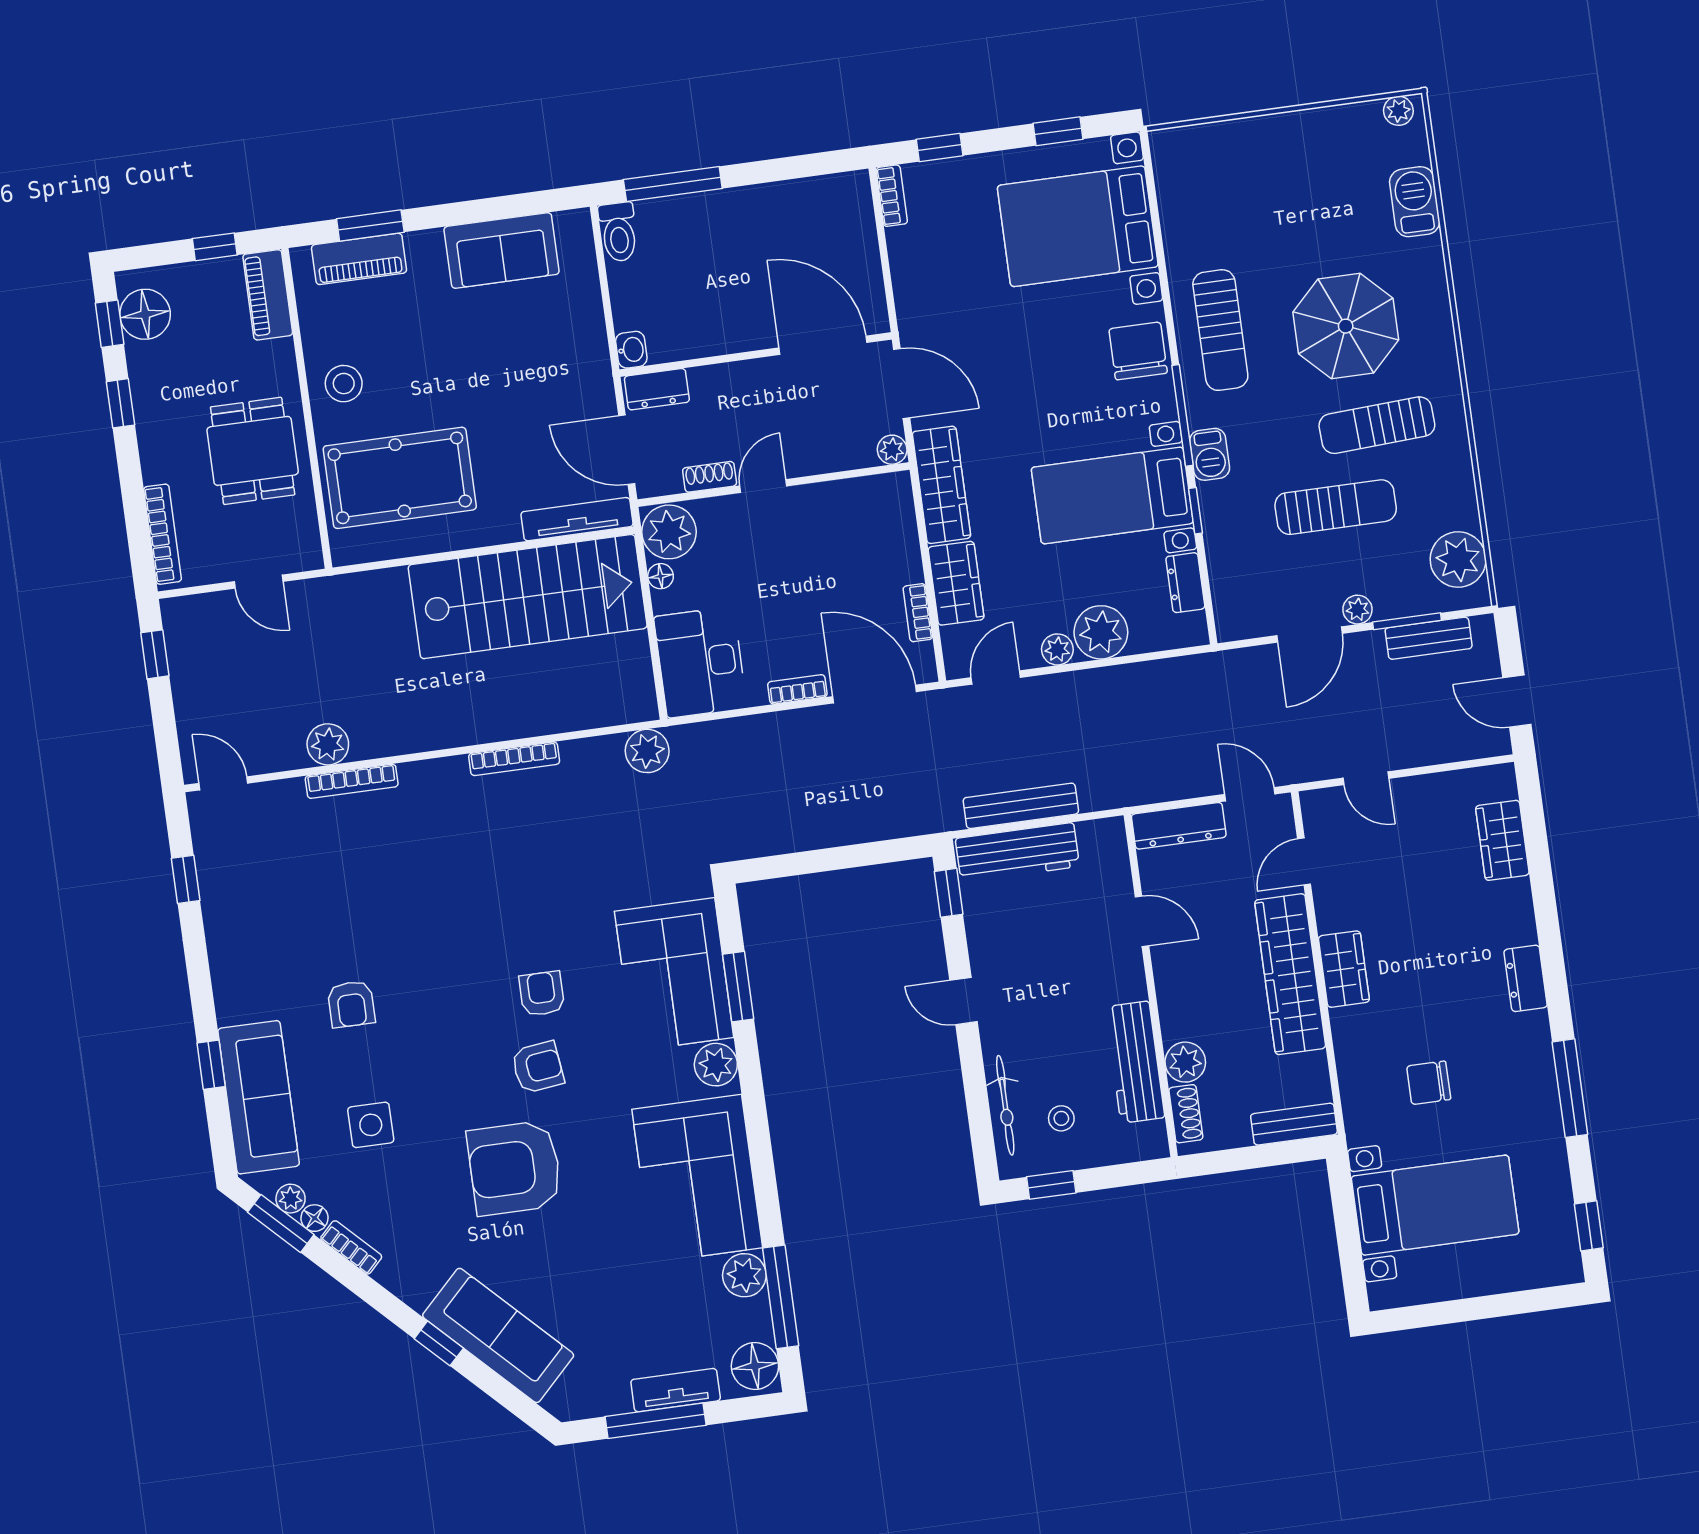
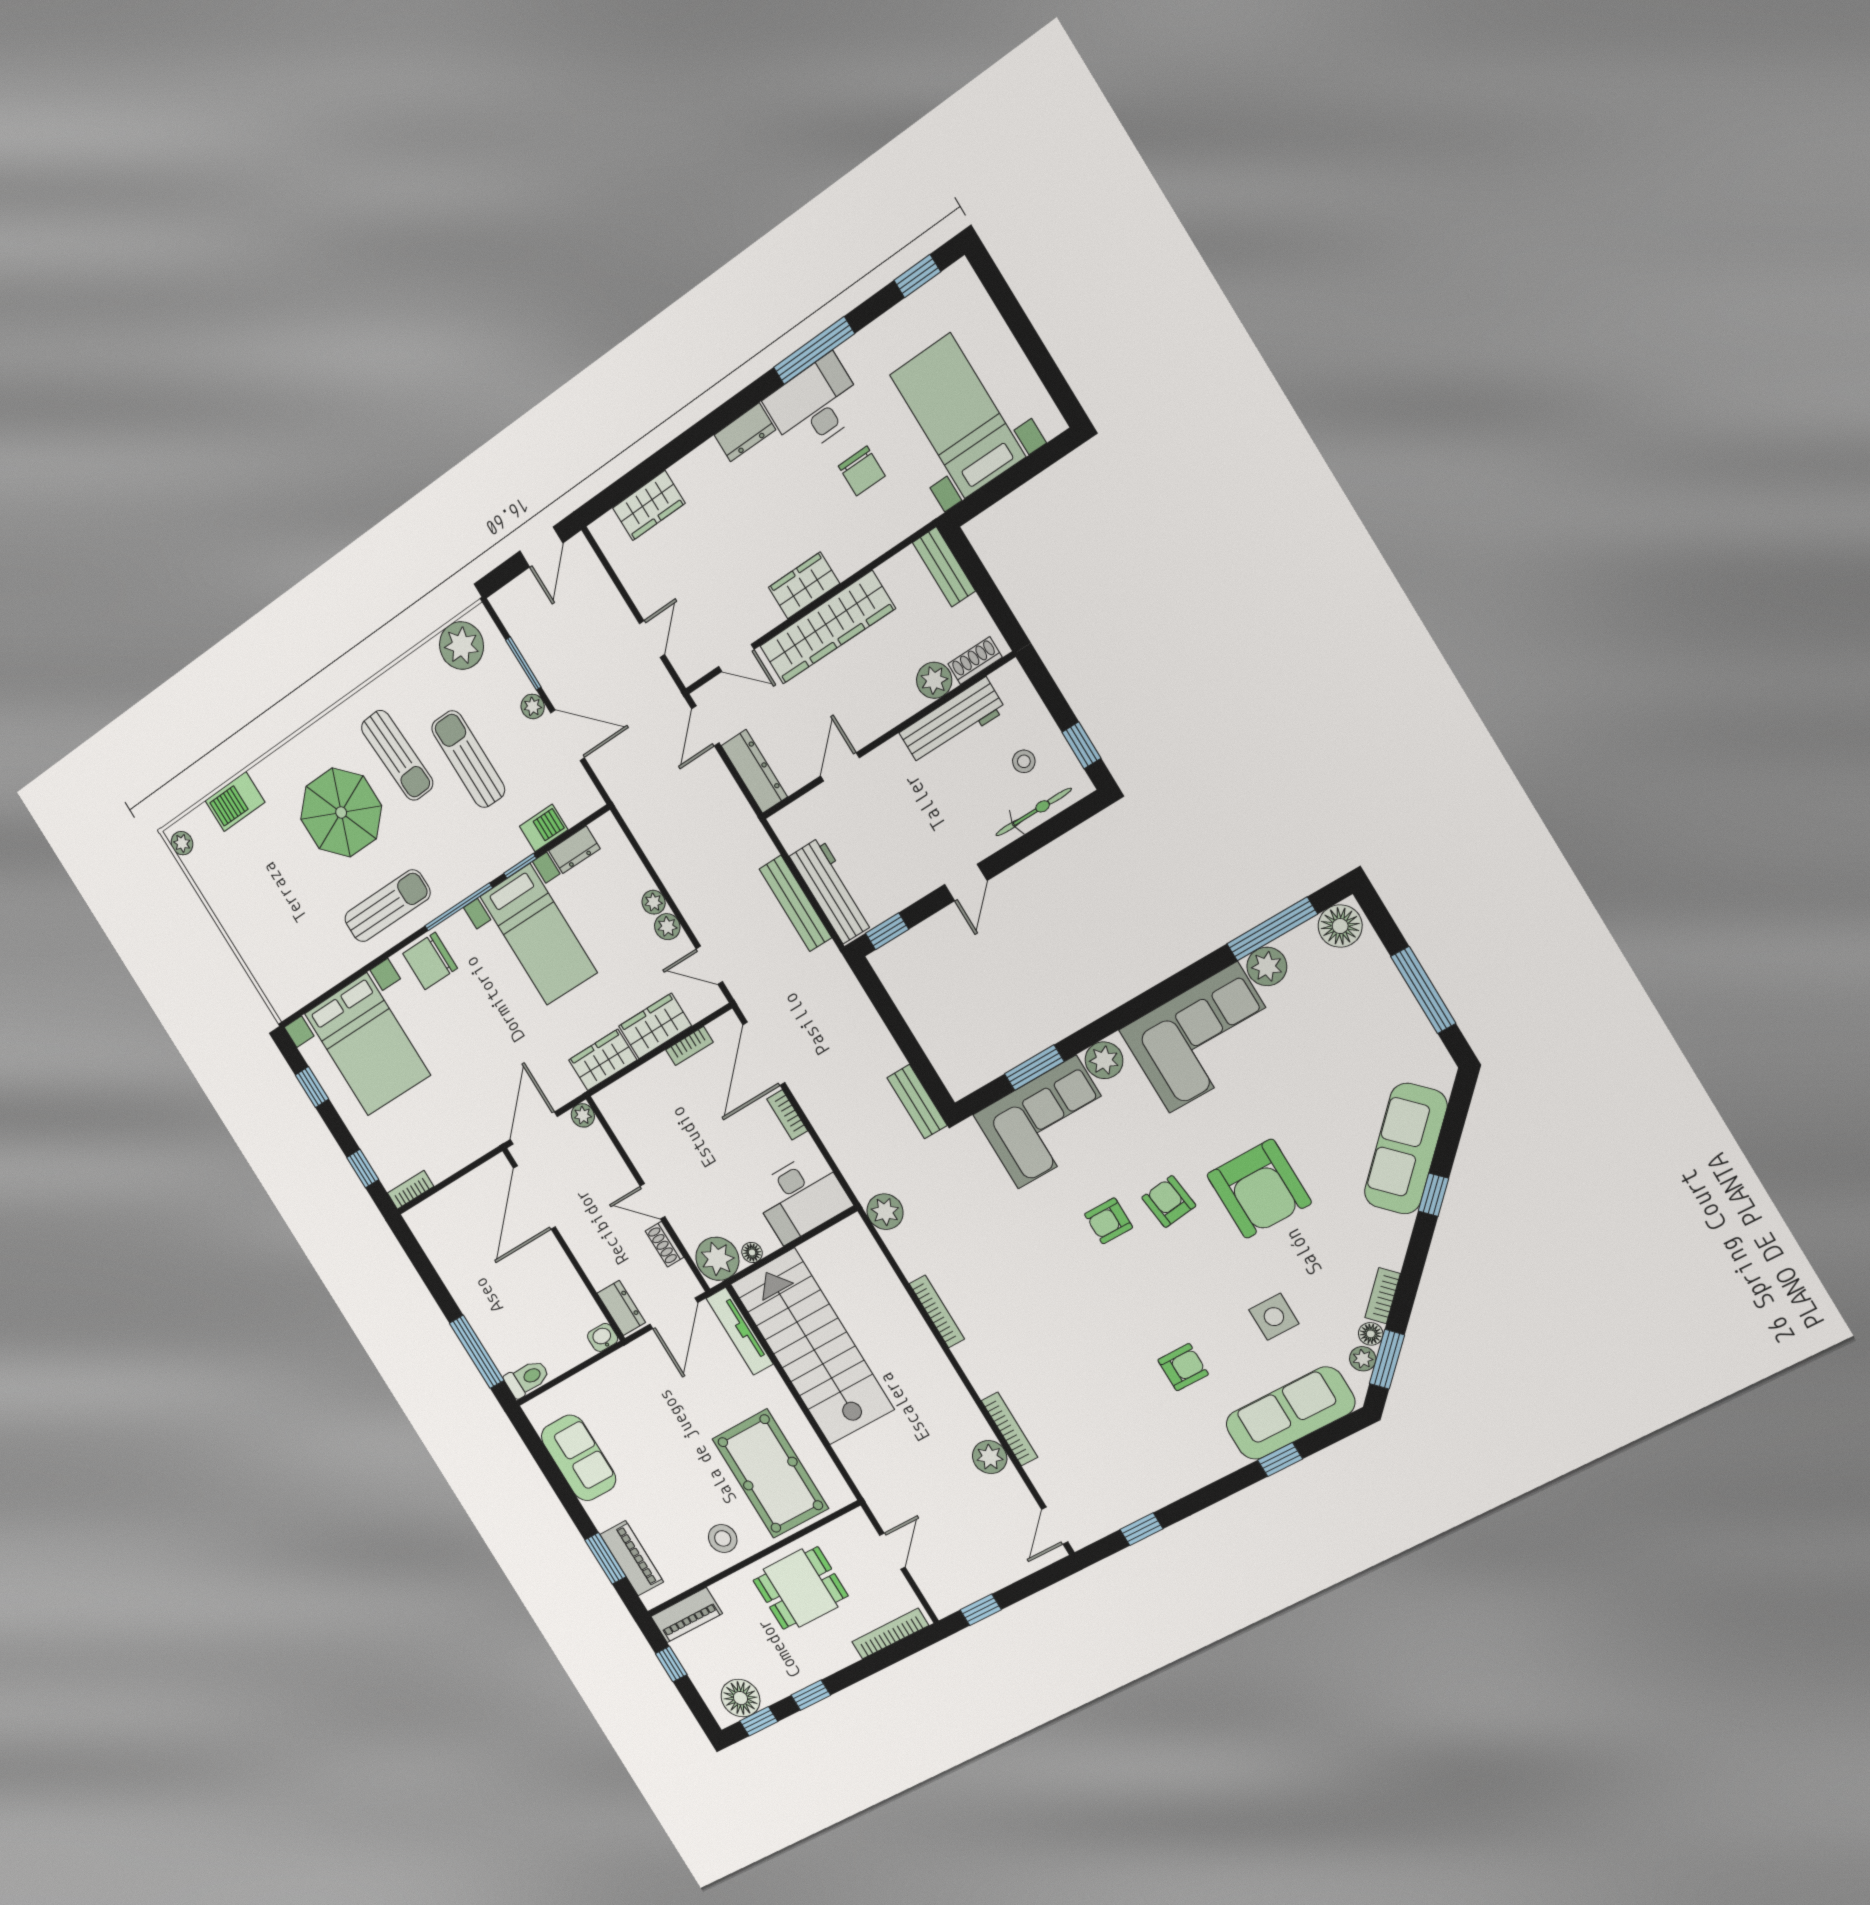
barbecue: (1210, 454) -> (544, 828), moved
wardrobe: (941, 485) -> (603, 1060), width x0.67
plant: (1101, 632) -> (654, 902), width x0.53, depth x0.53
bench: (1429, 638) -> (917, 1102), moved
desk: (1516, 1064) -> (815, 405), added
tv unit: (676, 1390) -> (1389, 984), removed

